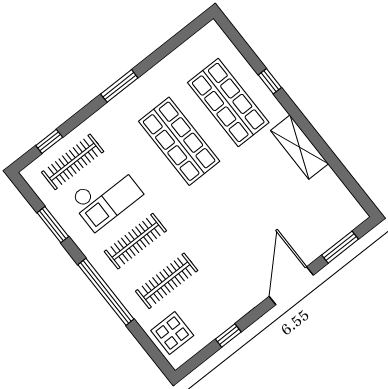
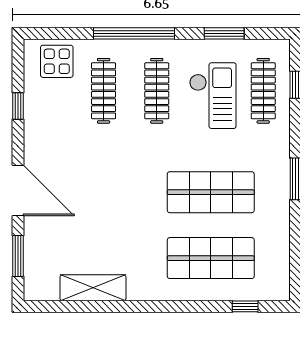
window: (270, 81) -> (245, 306), moved
shelving: (299, 147) -> (93, 288), moved
checkout: (106, 196) -> (213, 96), turned 180

